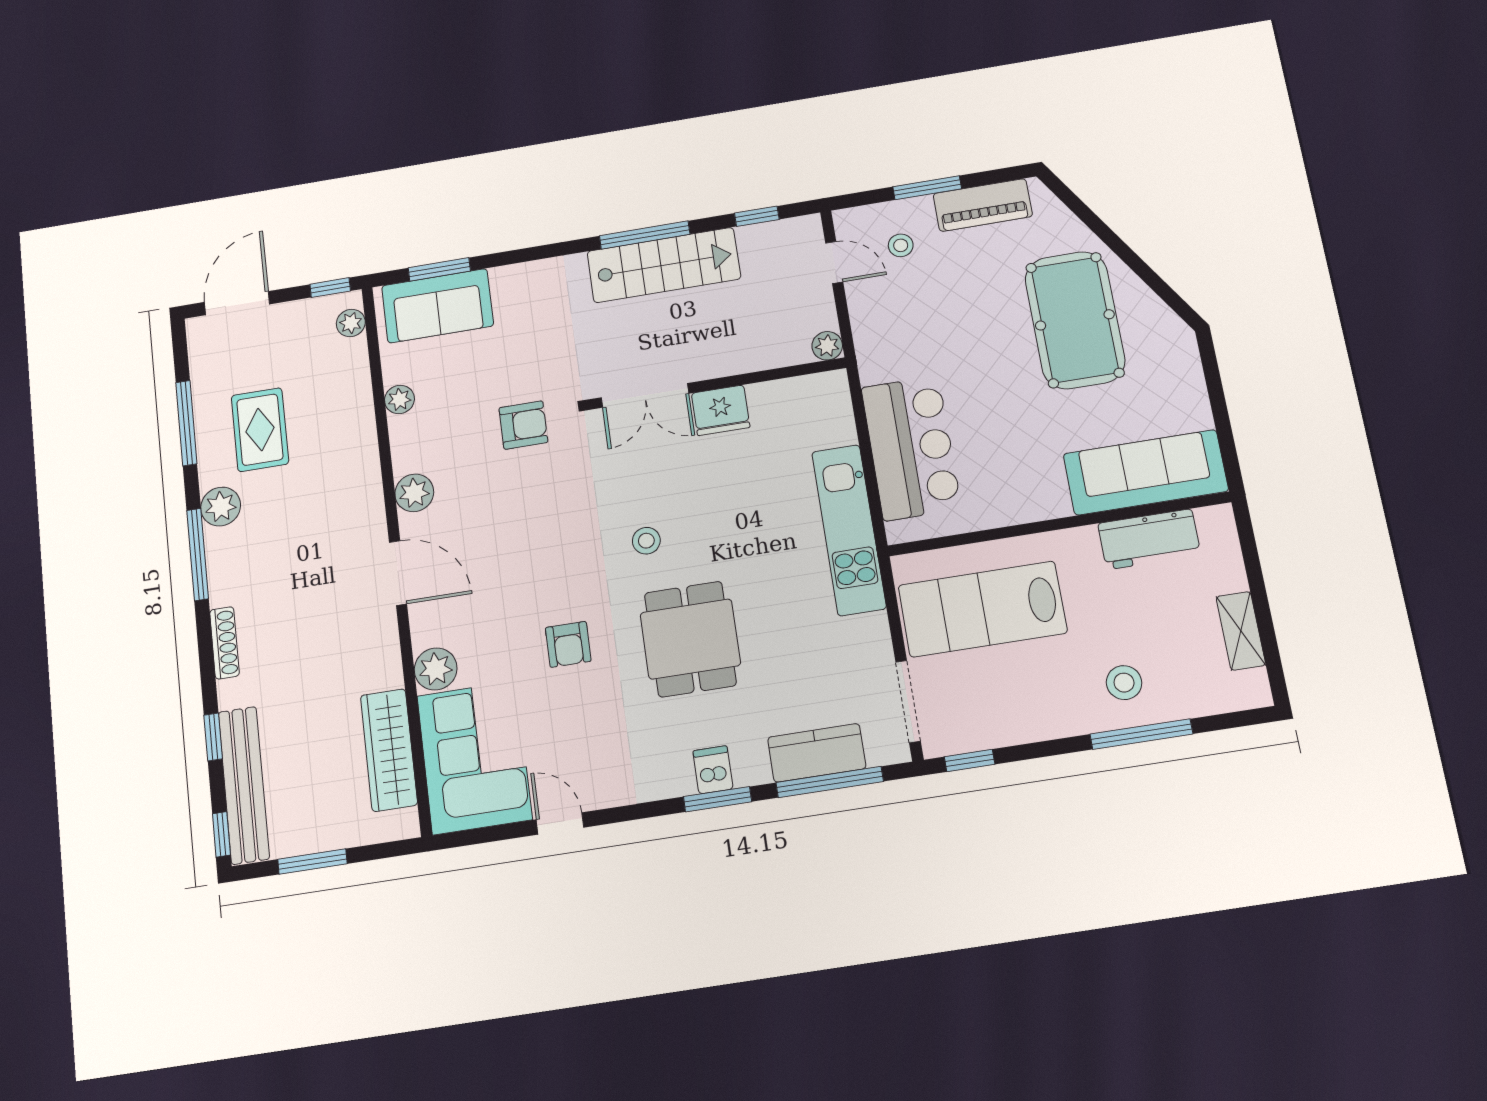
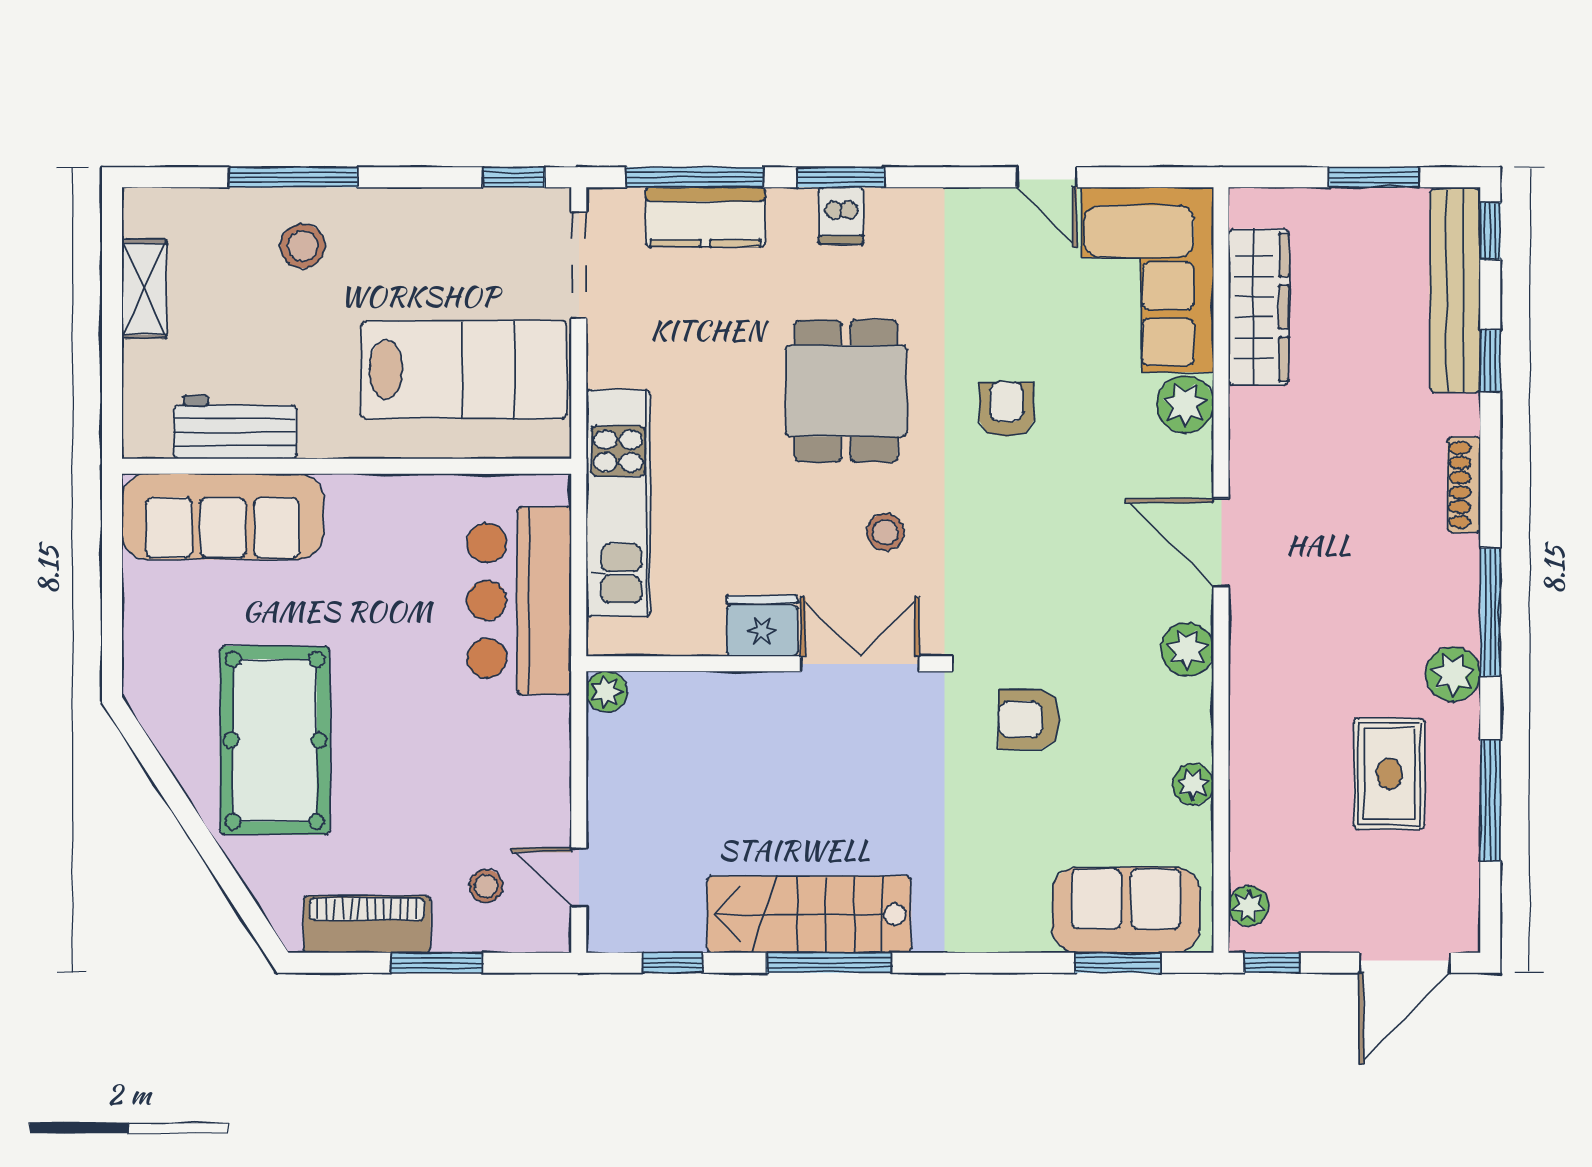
plant: (827, 346) -> (607, 692), moved
wall: (717, 384) -> (762, 664), moved
double door: (645, 395) -> (860, 664), moved
fridge: (721, 410) -> (762, 626), moved

